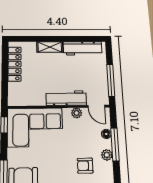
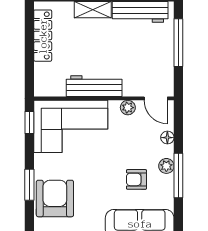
window: (111, 80) -> (178, 43), moved
workbench: (66, 98) -> (94, 86), moved
window: (115, 144) -> (178, 175), moved

